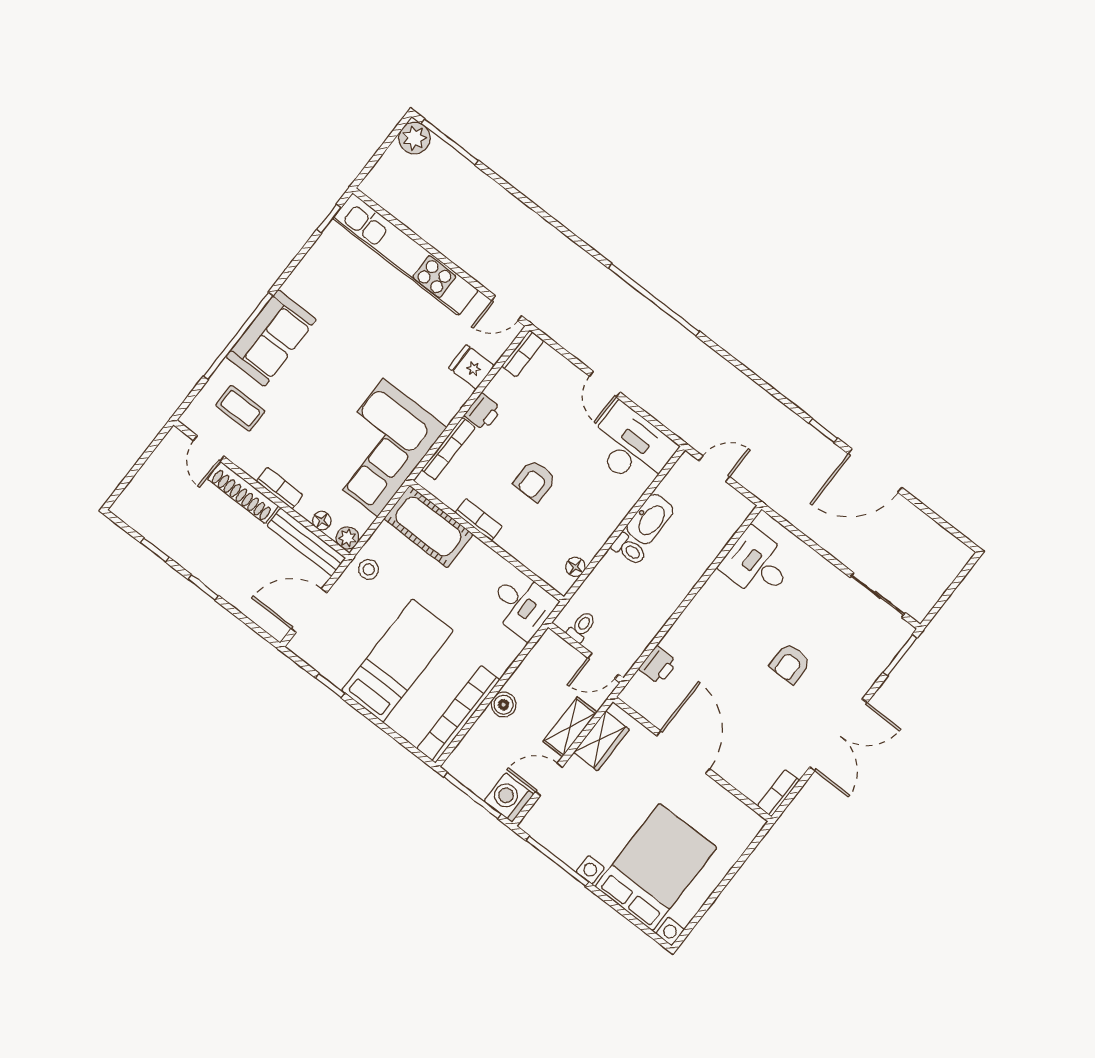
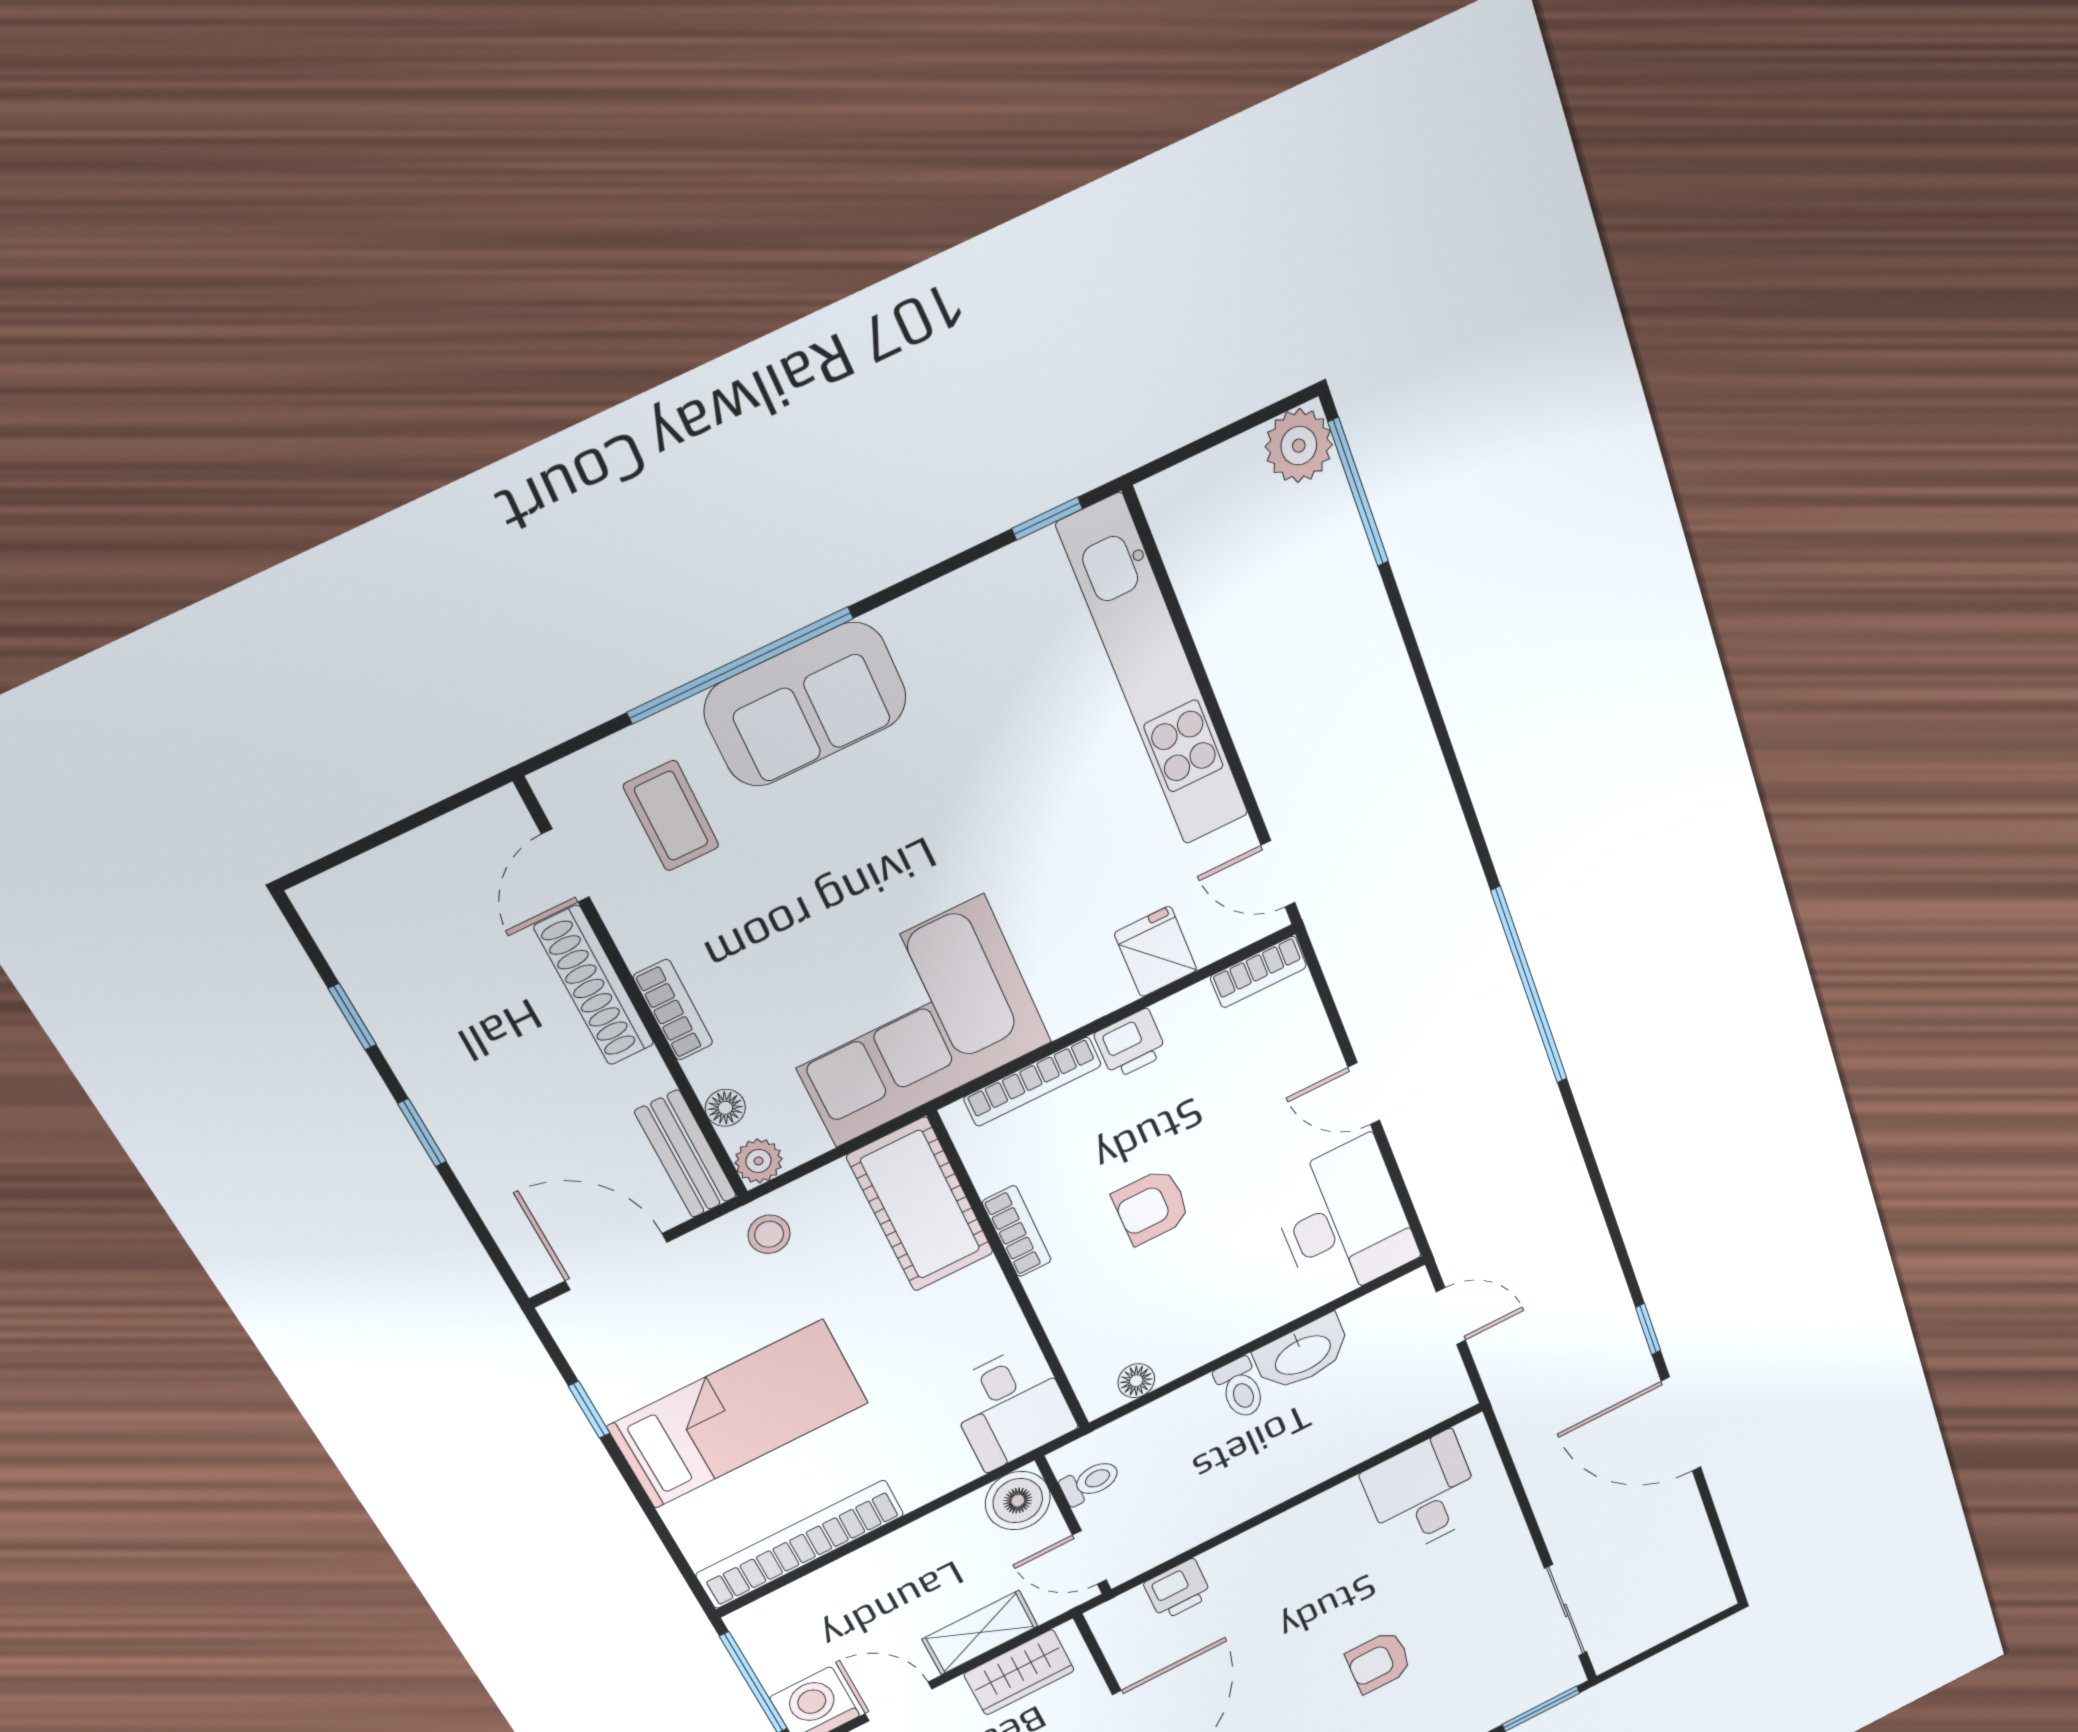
door: (605, 384) -> (1364, 1094), hinge flipped
bench: (306, 542) -> (686, 1154), width x0.73
boiler: (504, 705) -> (1018, 1501), moved, width x1.36, depth x1.36

